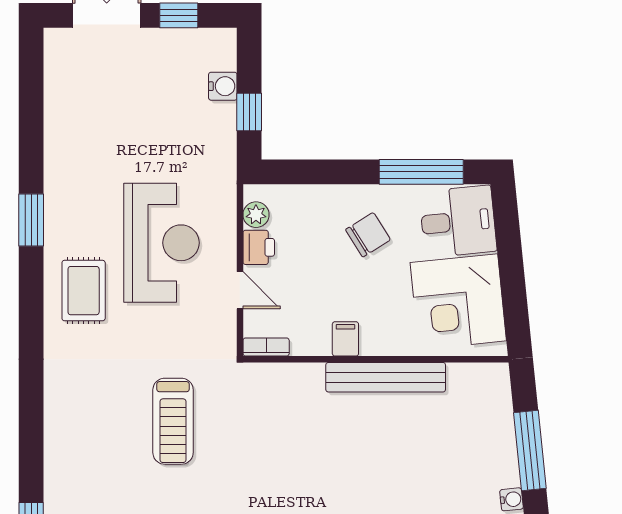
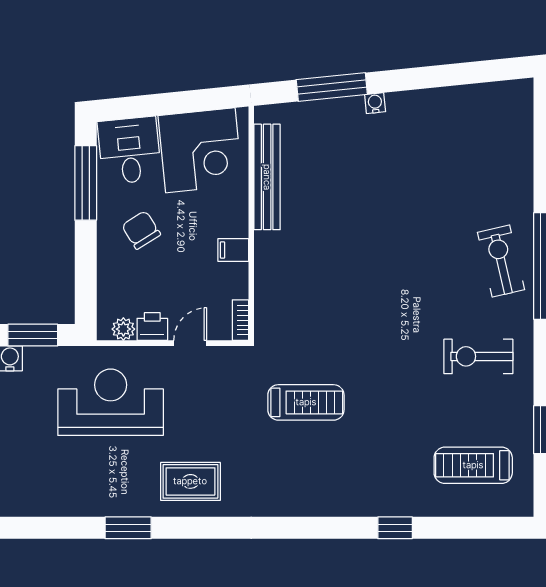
window: (249, 112) -> (33, 335), width x1.50
reception desk: (161, 243) -> (111, 402), moved
bench: (386, 377) -> (267, 177), moved

